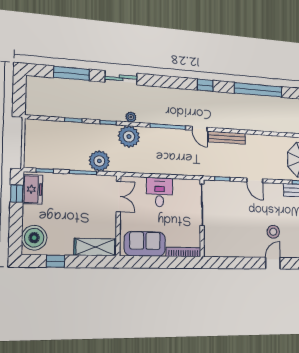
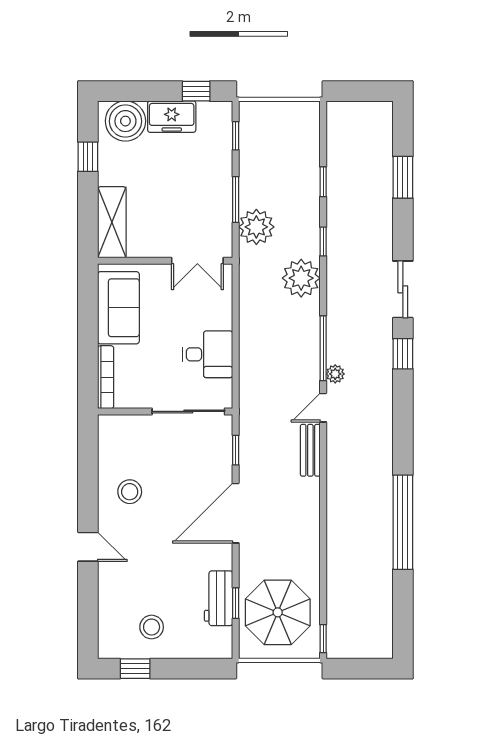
window: (72, 73) -> (403, 177), width x0.69
sliding door: (121, 78) -> (403, 289), moved
window: (205, 85) -> (403, 354), moved
plant: (131, 117) -> (335, 374), moved
bench: (227, 138) -> (310, 450), width x0.73
door: (255, 180) -> (236, 513), width x1.88
freezer: (33, 189) -> (172, 117), moved
desk: (160, 192) -> (208, 354), moved
stool: (273, 232) -> (130, 492), moved

